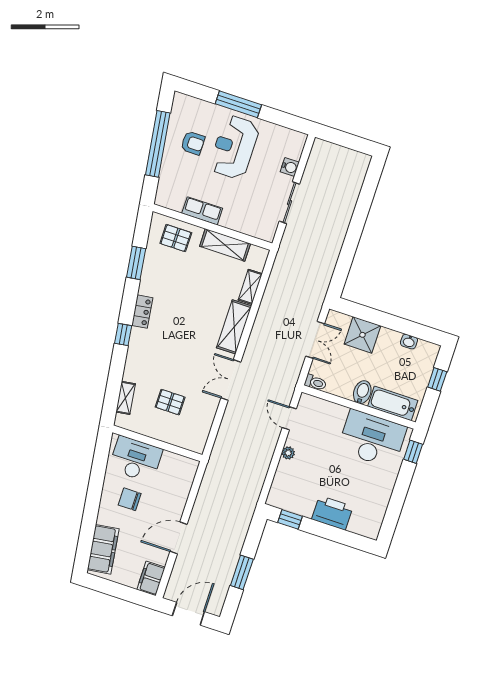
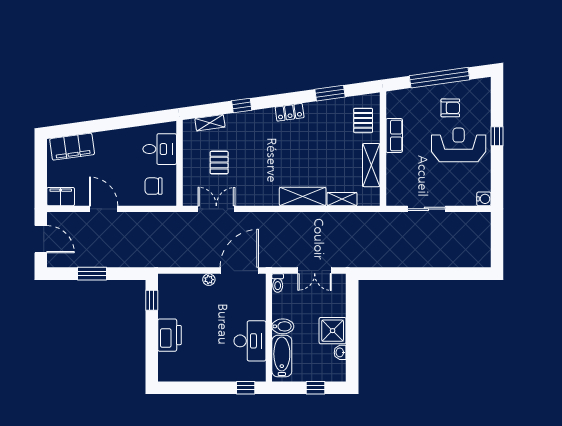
window: (238, 104) -> (497, 136), width x0.46
armchair: (193, 143) -> (450, 108), turned -90
water cooler: (290, 167) -> (484, 199), moved, turned -90
window: (123, 335) -> (242, 106), moved
shower: (362, 335) -> (333, 331), moved
double door: (231, 380) -> (216, 209), moved
door: (289, 418) -> (239, 271), width x1.88
desk: (372, 439) -> (250, 341), width x0.73, depth x0.77
desk: (136, 459) -> (160, 149), width x0.73
chair: (130, 499) -> (153, 186), moved, turned -90

